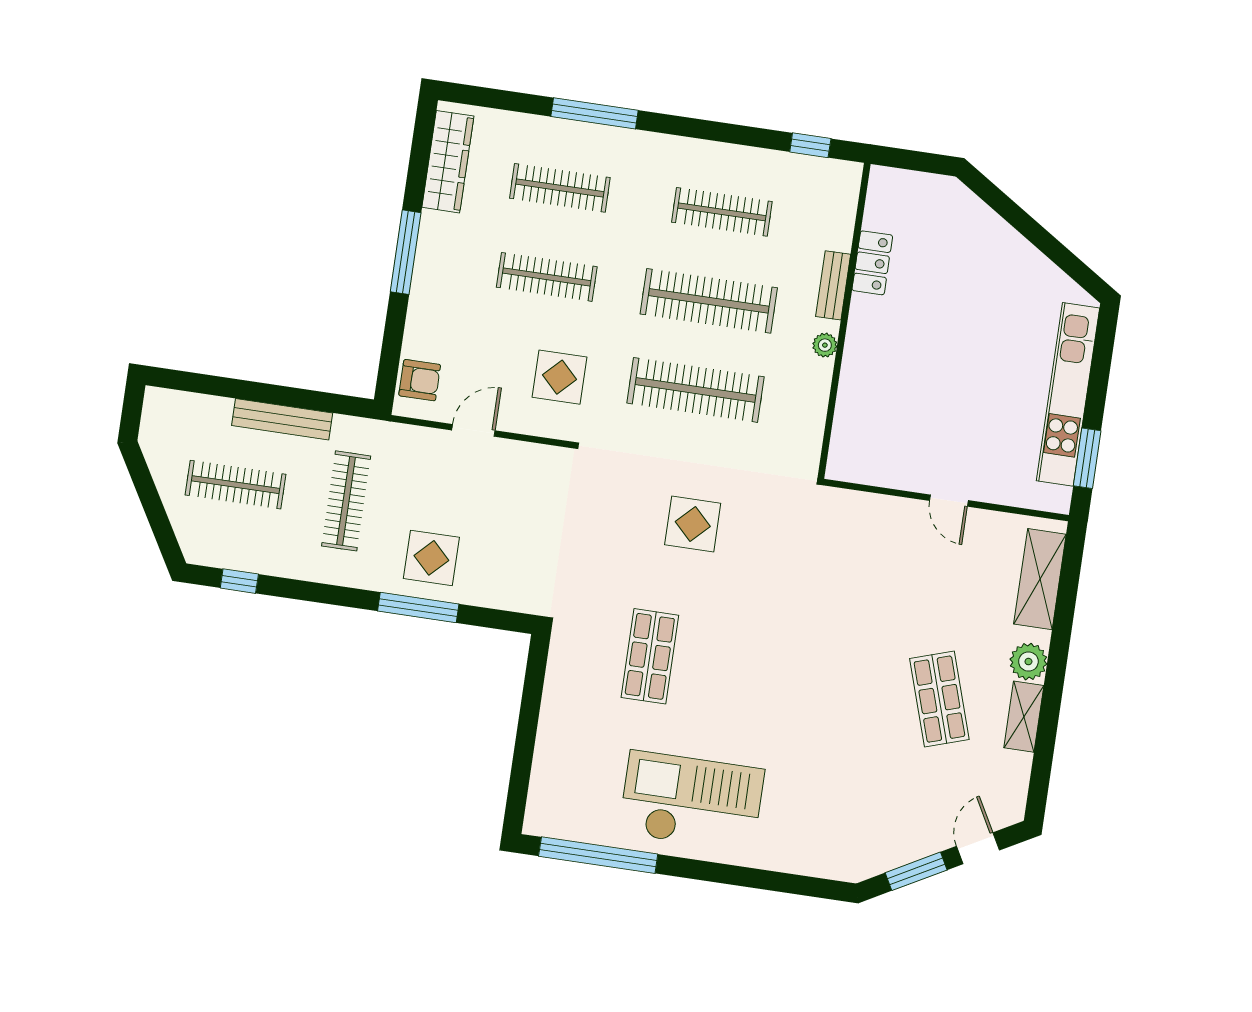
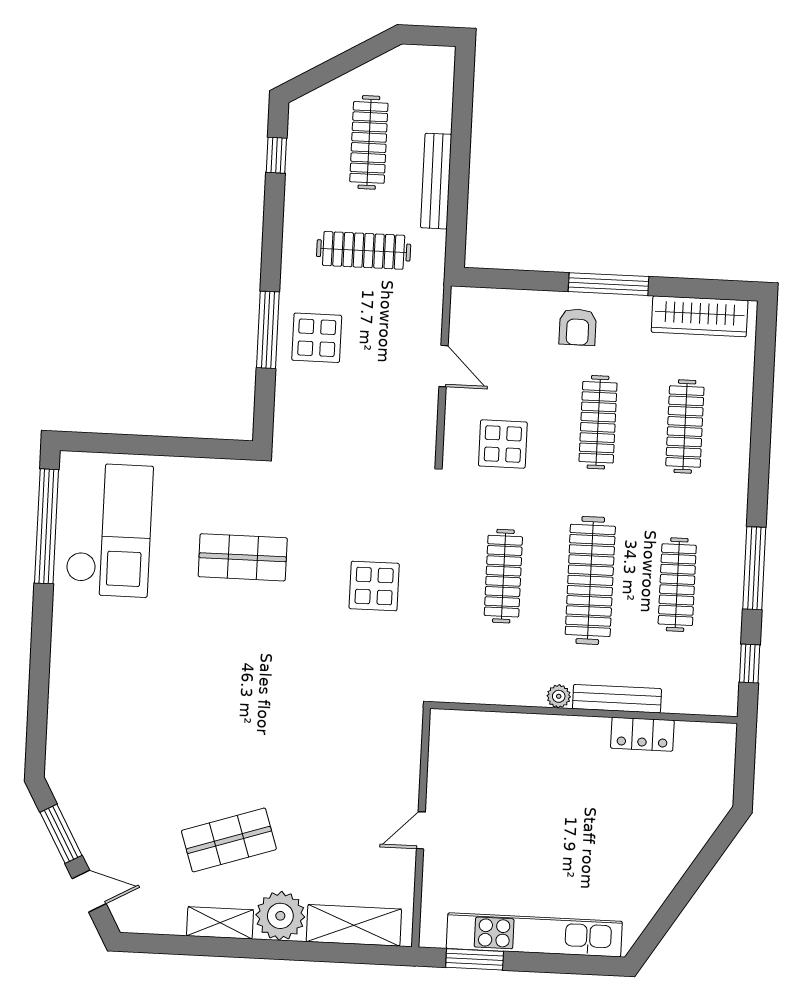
window: (595, 113) -> (754, 568), moved
bench: (833, 285) -> (617, 699), width x1.36
armchair: (420, 380) -> (578, 327), moved
clothes rail: (696, 390) -> (503, 576), width x0.73, depth x0.76
plant: (1028, 662) -> (280, 916), width x1.36, depth x1.36
checkout: (692, 801) -> (109, 530), moved

